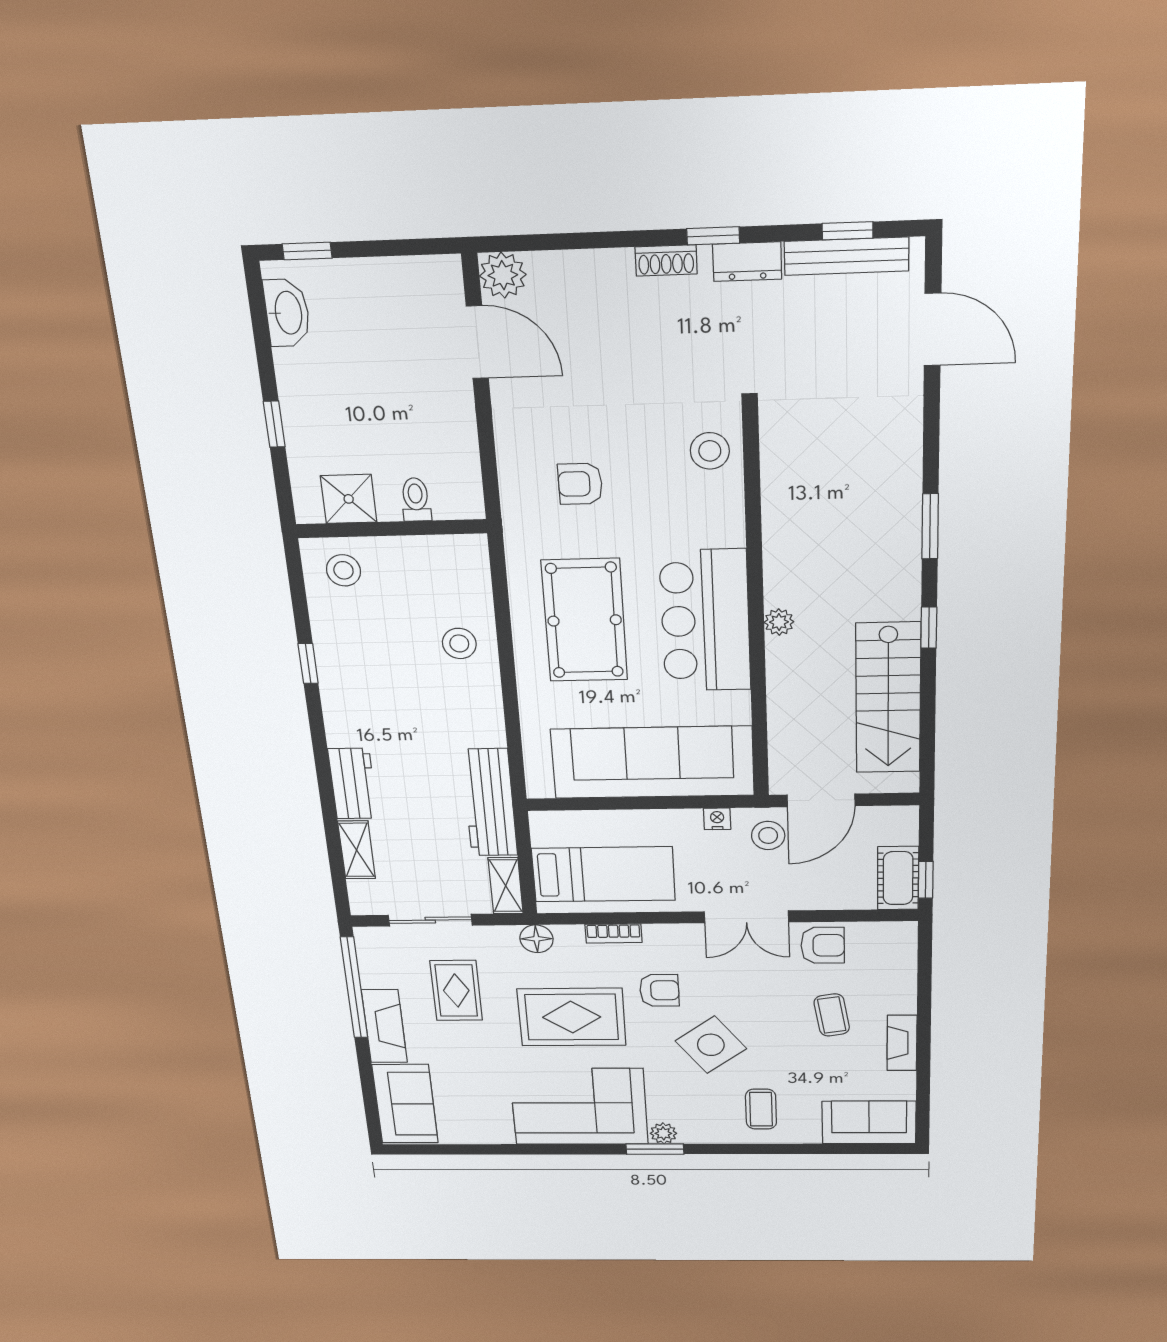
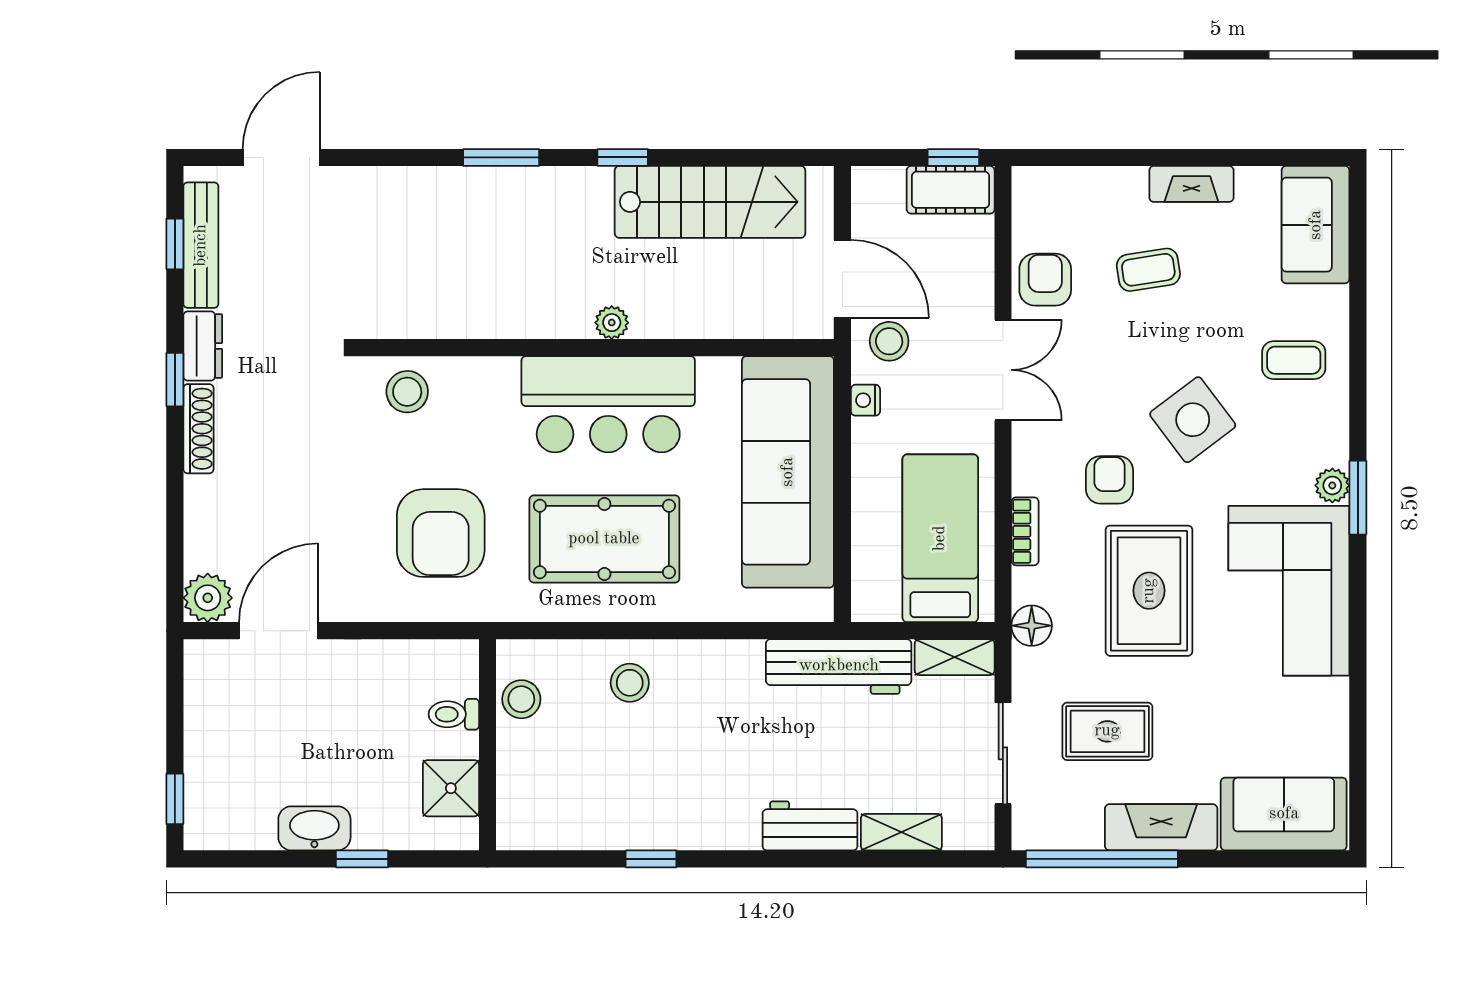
shoe rack: (666, 260) -> (198, 429), width x1.43
washbasin: (287, 313) -> (314, 828), moved
armchair: (580, 484) -> (441, 533), width x1.88, depth x1.88
stool: (343, 570) -> (521, 699), moved

